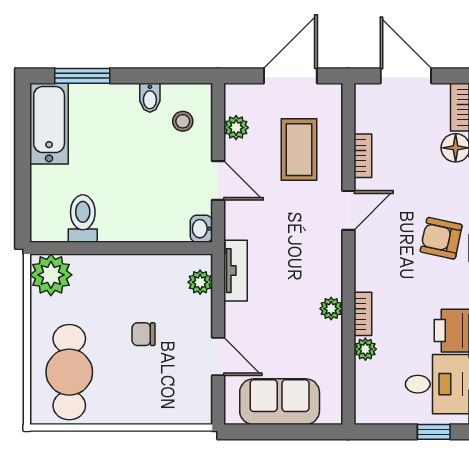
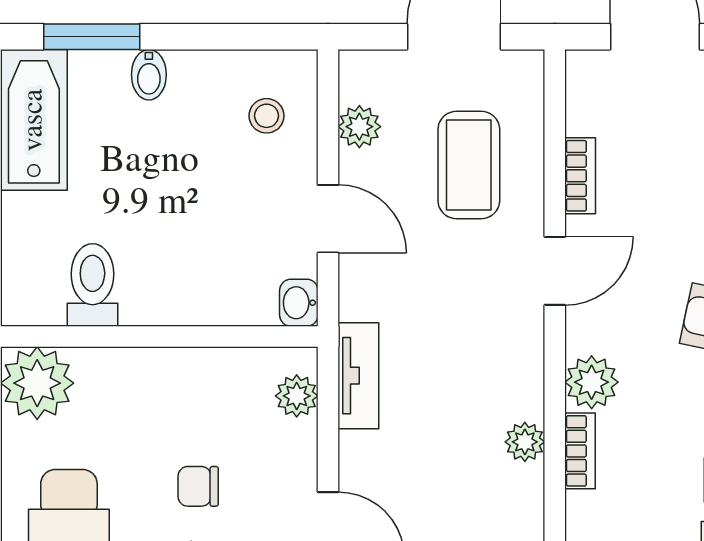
bidet: (150, 98) -> (149, 75), moved
plant: (365, 349) -> (592, 382), moved, width x1.38, depth x1.38

